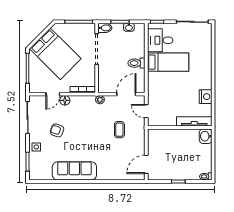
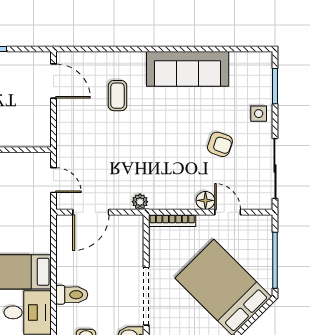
toilet: (136, 63) -> (72, 295), moved
door: (53, 94) -> (228, 212), hinge flipped
coffee table: (119, 130) -> (117, 96), moved
door: (146, 164) -> (54, 81), hinge flipped

